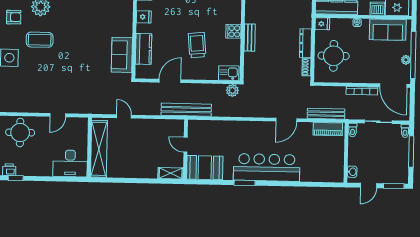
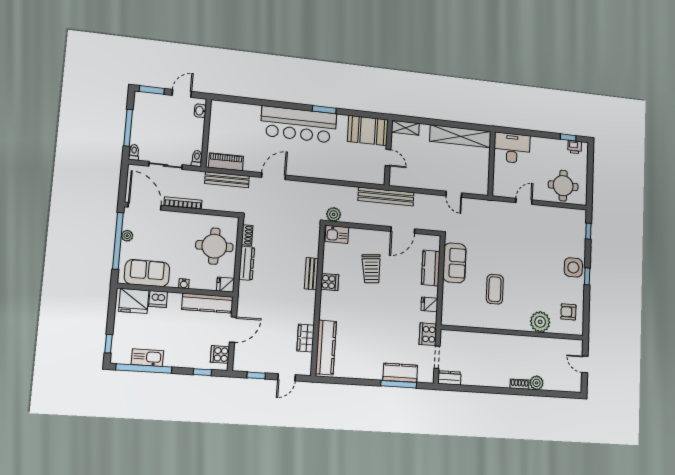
coffee table: (40, 40) -> (495, 289), moved, turned 90
shelving: (99, 149) -> (460, 136), moved, turned 90

